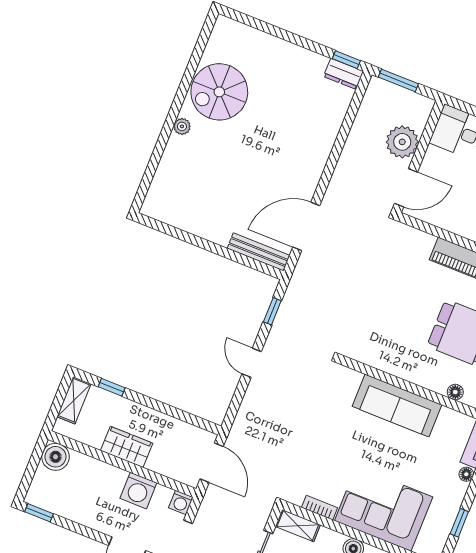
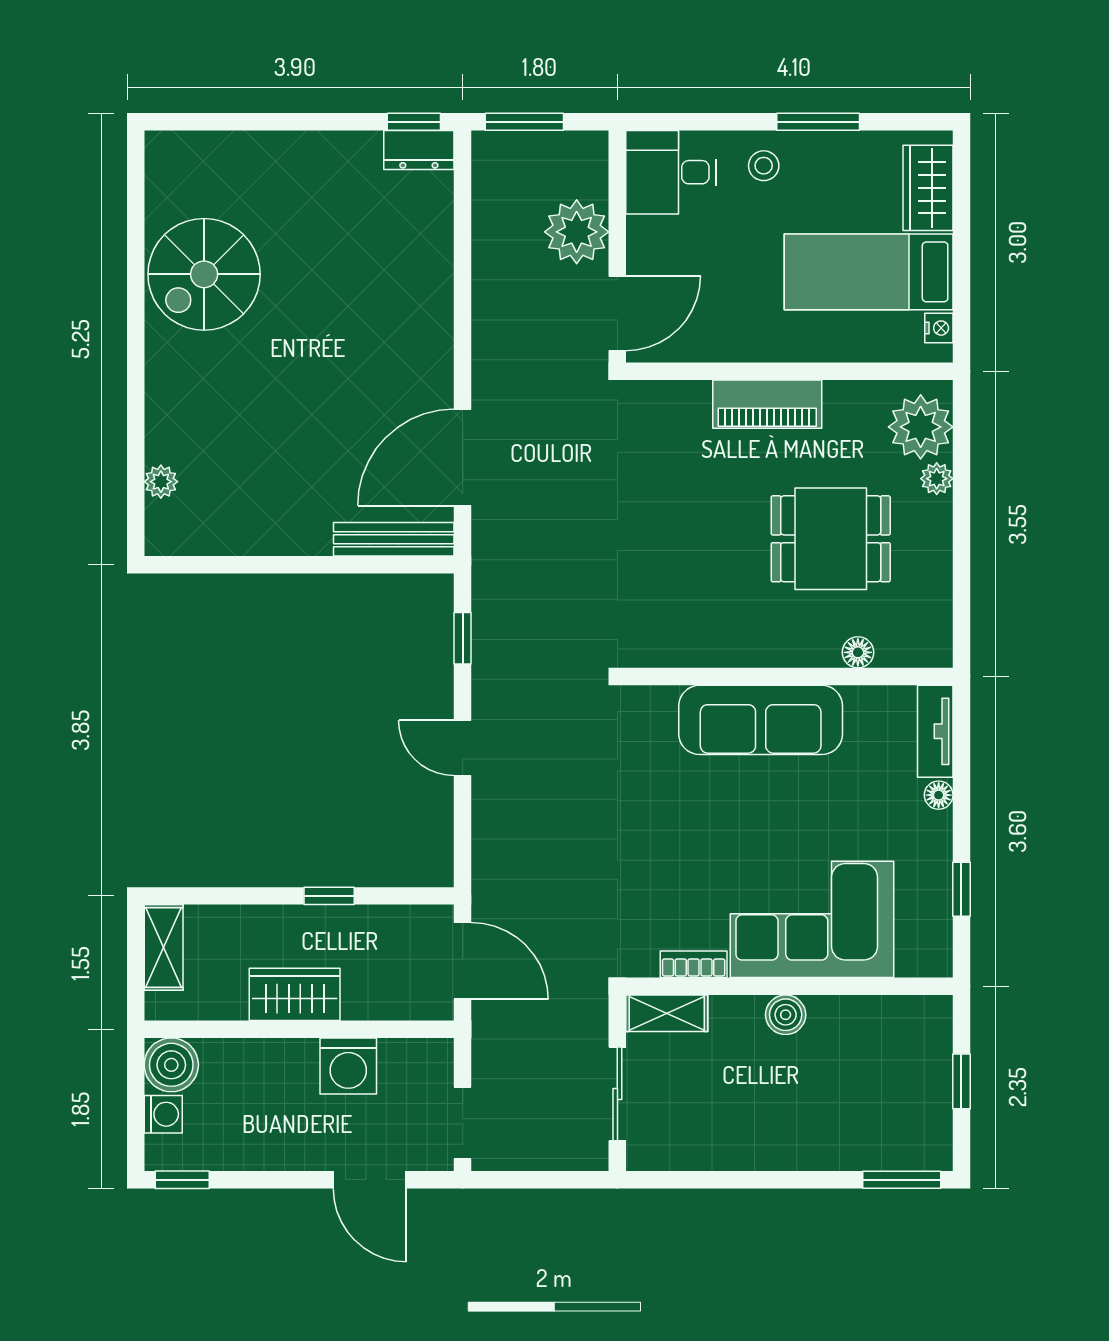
plant: (182, 126) -> (161, 482), moved
window: (112, 387) -> (329, 896), moved
washing machine: (181, 502) -> (163, 1114), moved, turned -90

